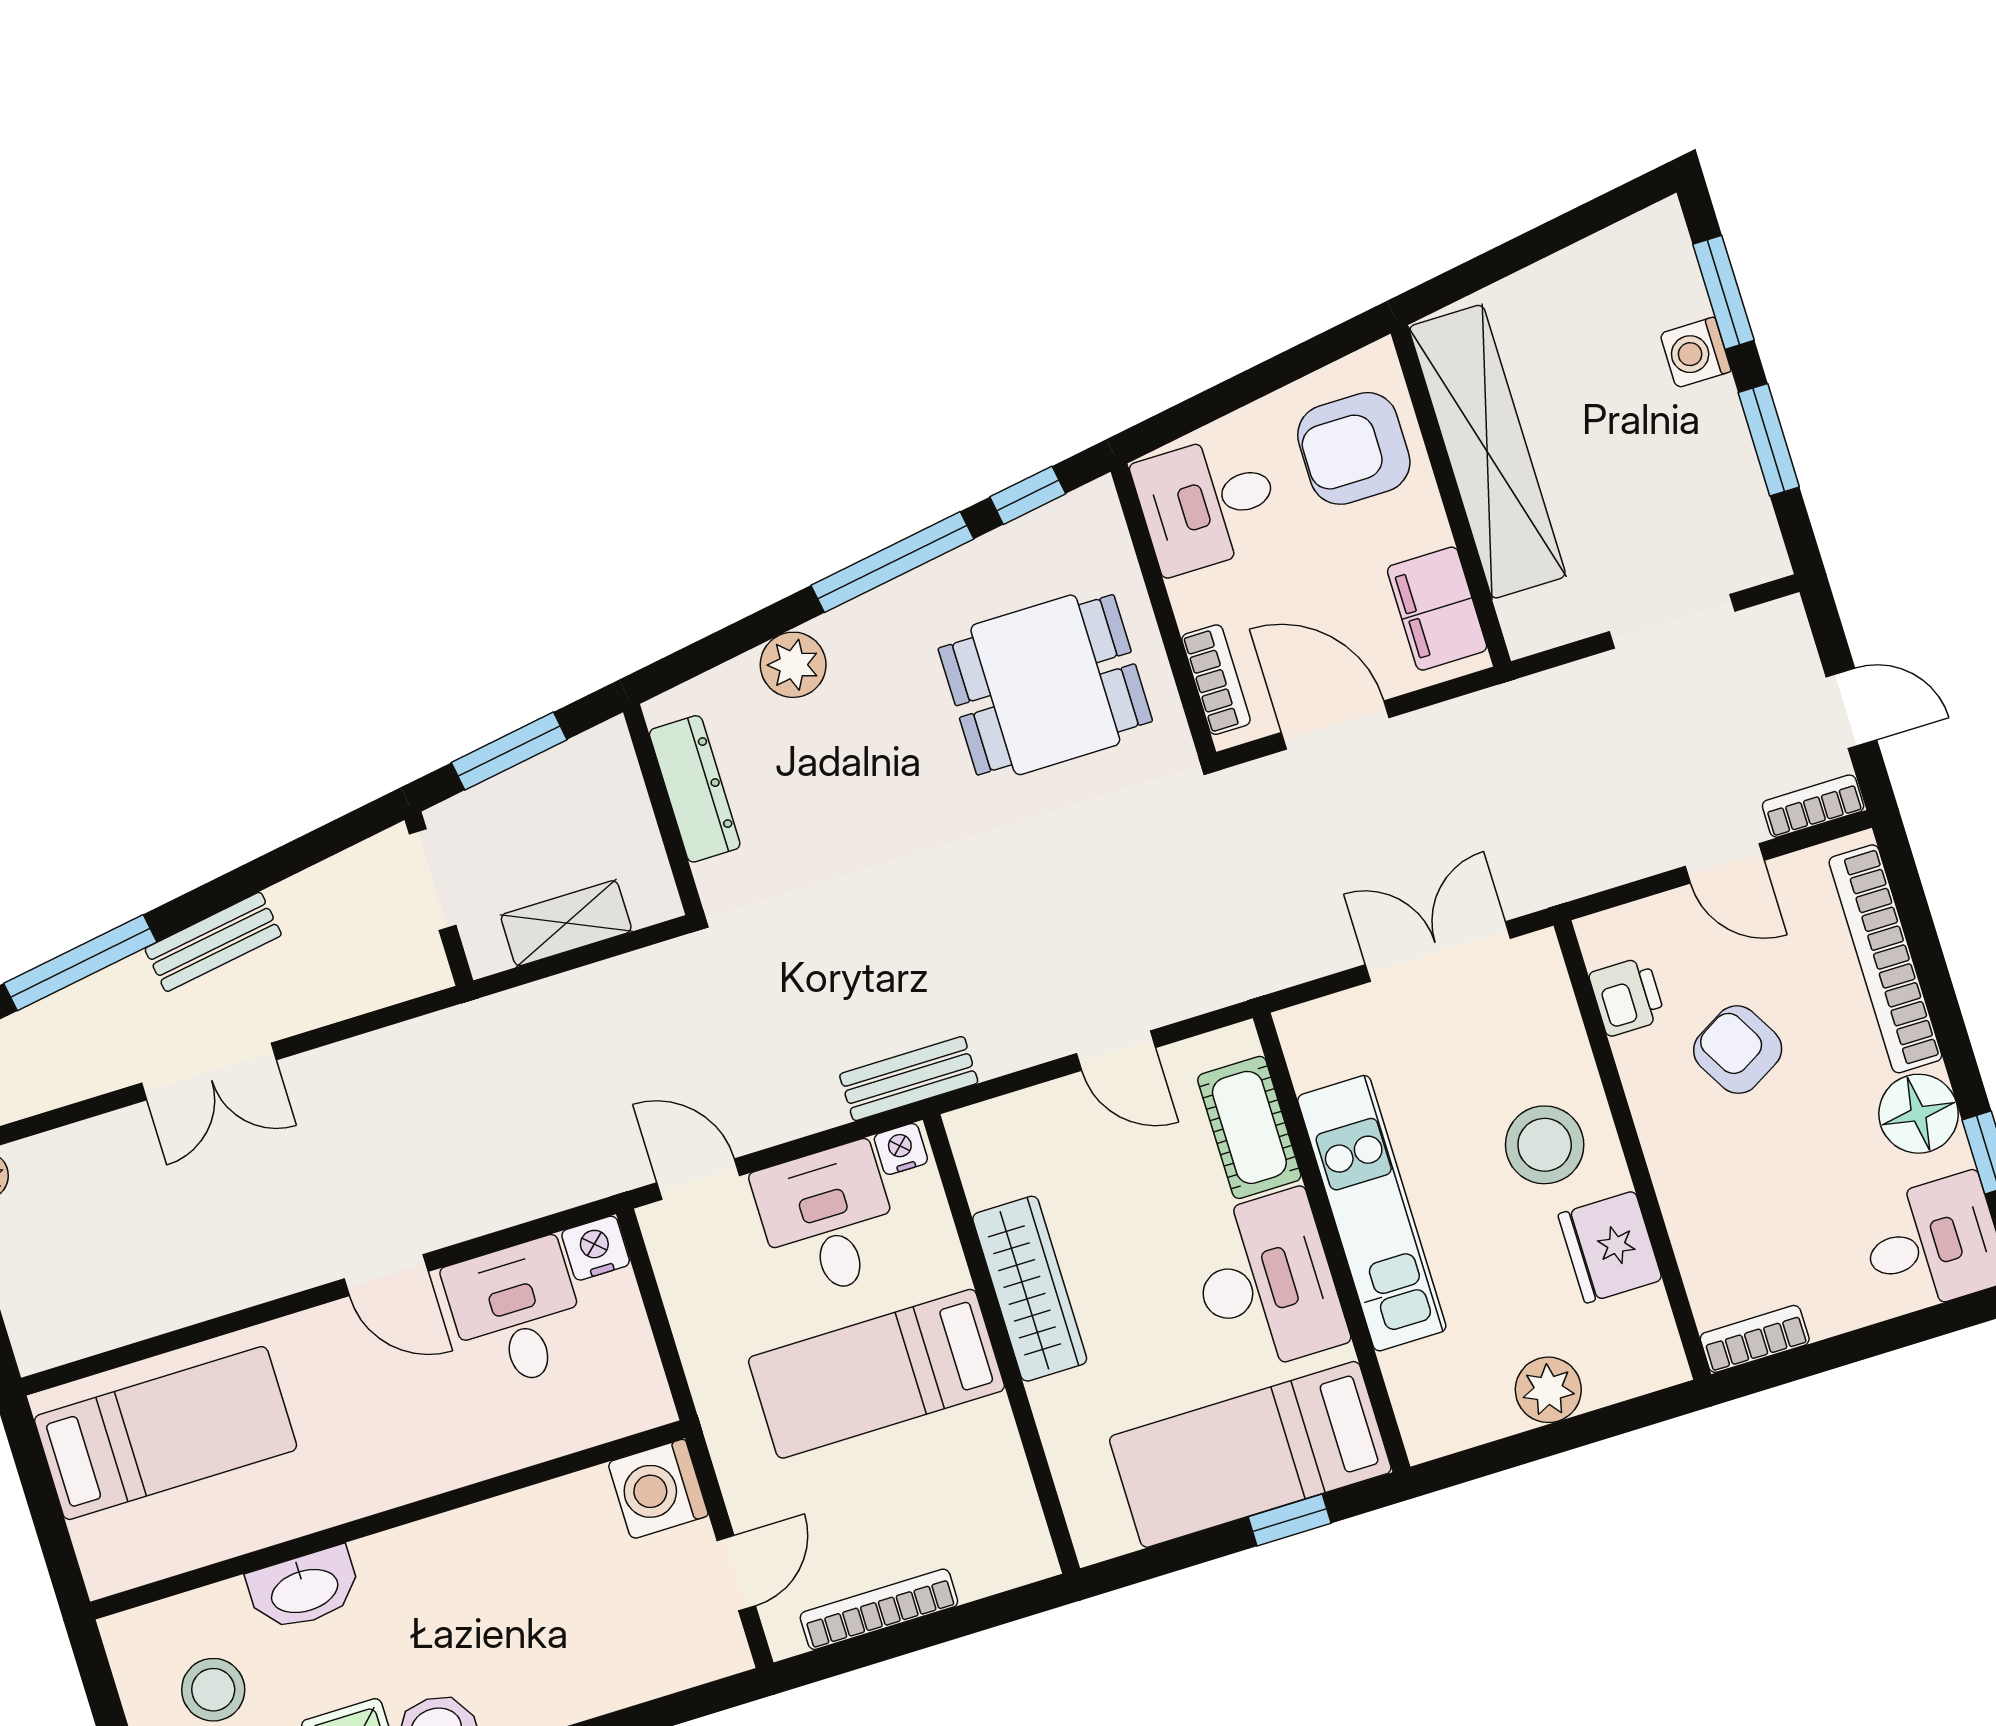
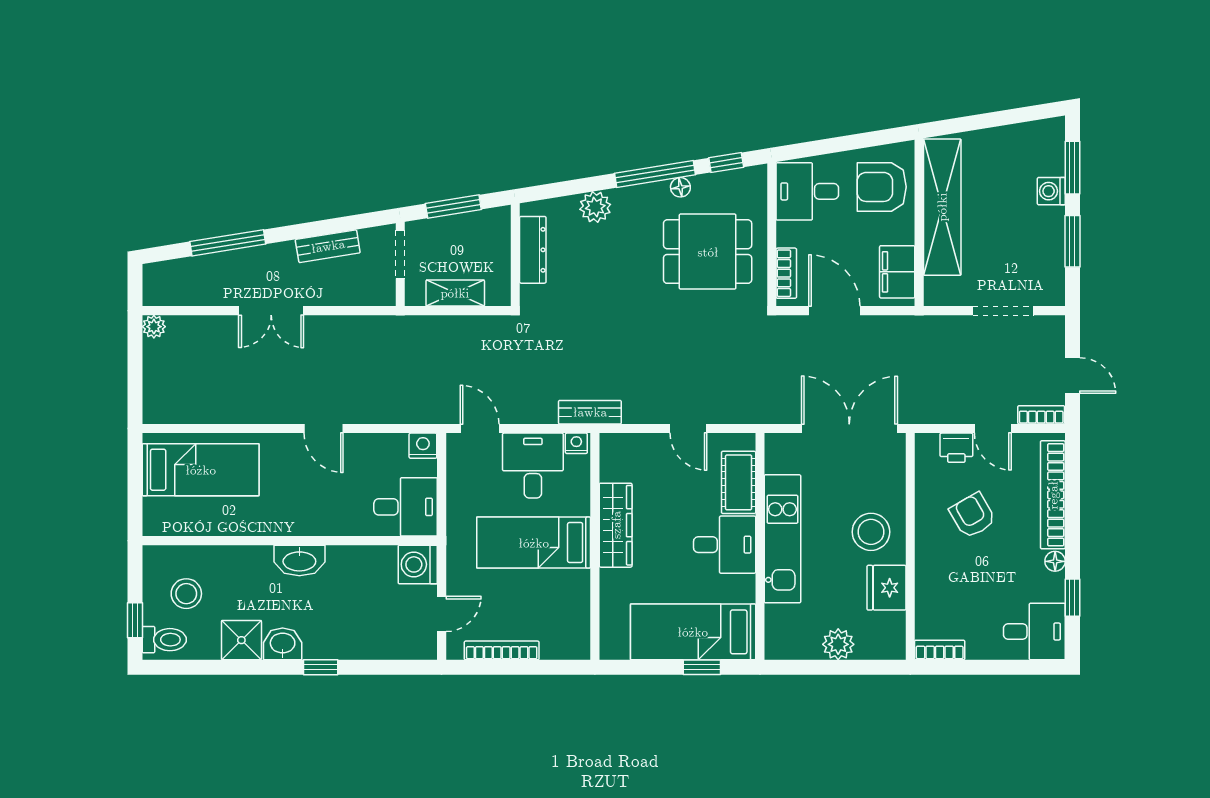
floor lamp: (952, 573) -> (680, 187), added
bench: (213, 942) -> (328, 246), moved
double door: (1438, 952) -> (849, 429), width x1.37
printer: (1627, 996) -> (956, 448), moved, turned 90
floor lamp: (1919, 1114) -> (1055, 561), width x0.53, depth x0.53
desk: (1266, 1282) -> (725, 545), width x0.73
desk: (516, 1314) -> (406, 507), moved, turned 90
washbasin: (304, 1589) -> (299, 560), moved

